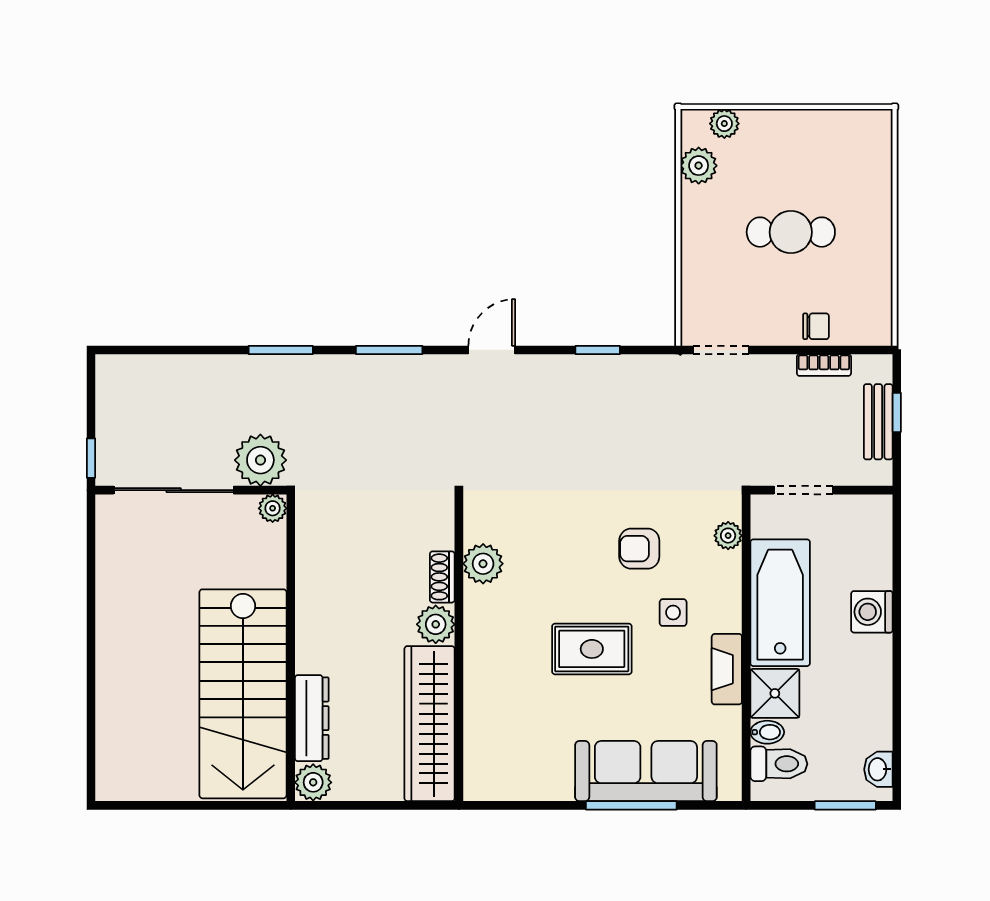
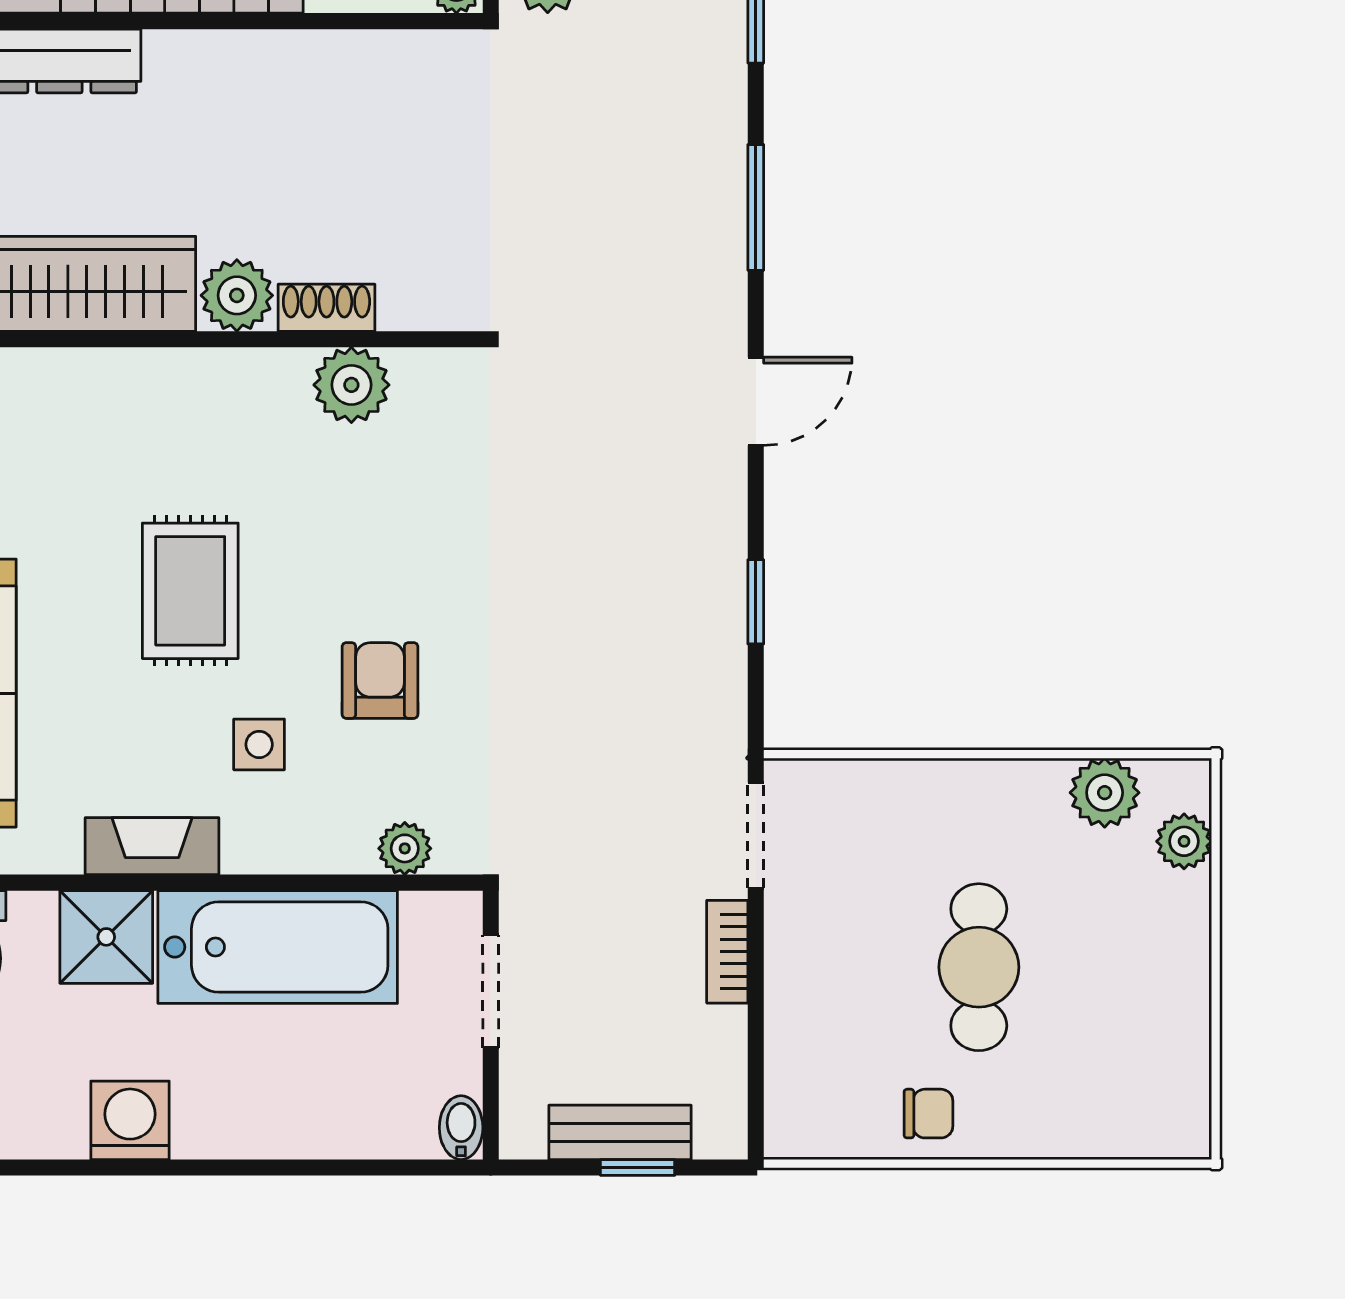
chair: (816, 326) -> (928, 1114), moved, turned -90
door: (492, 350) -> (756, 401), hinge flipped
bookcase: (824, 365) -> (727, 952), moved
washing machine: (872, 612) -> (130, 1120), moved
bidet: (767, 732) -> (461, 1128), moved, turned 180

